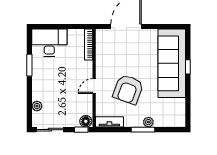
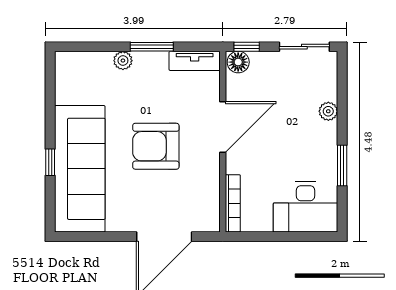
door: (94, 86) -> (223, 127), width x1.87
armchair: (128, 89) -> (156, 146), moved, turned -110
plant: (37, 106) -> (328, 111), moved
window: (143, 130) -> (152, 47), moved

